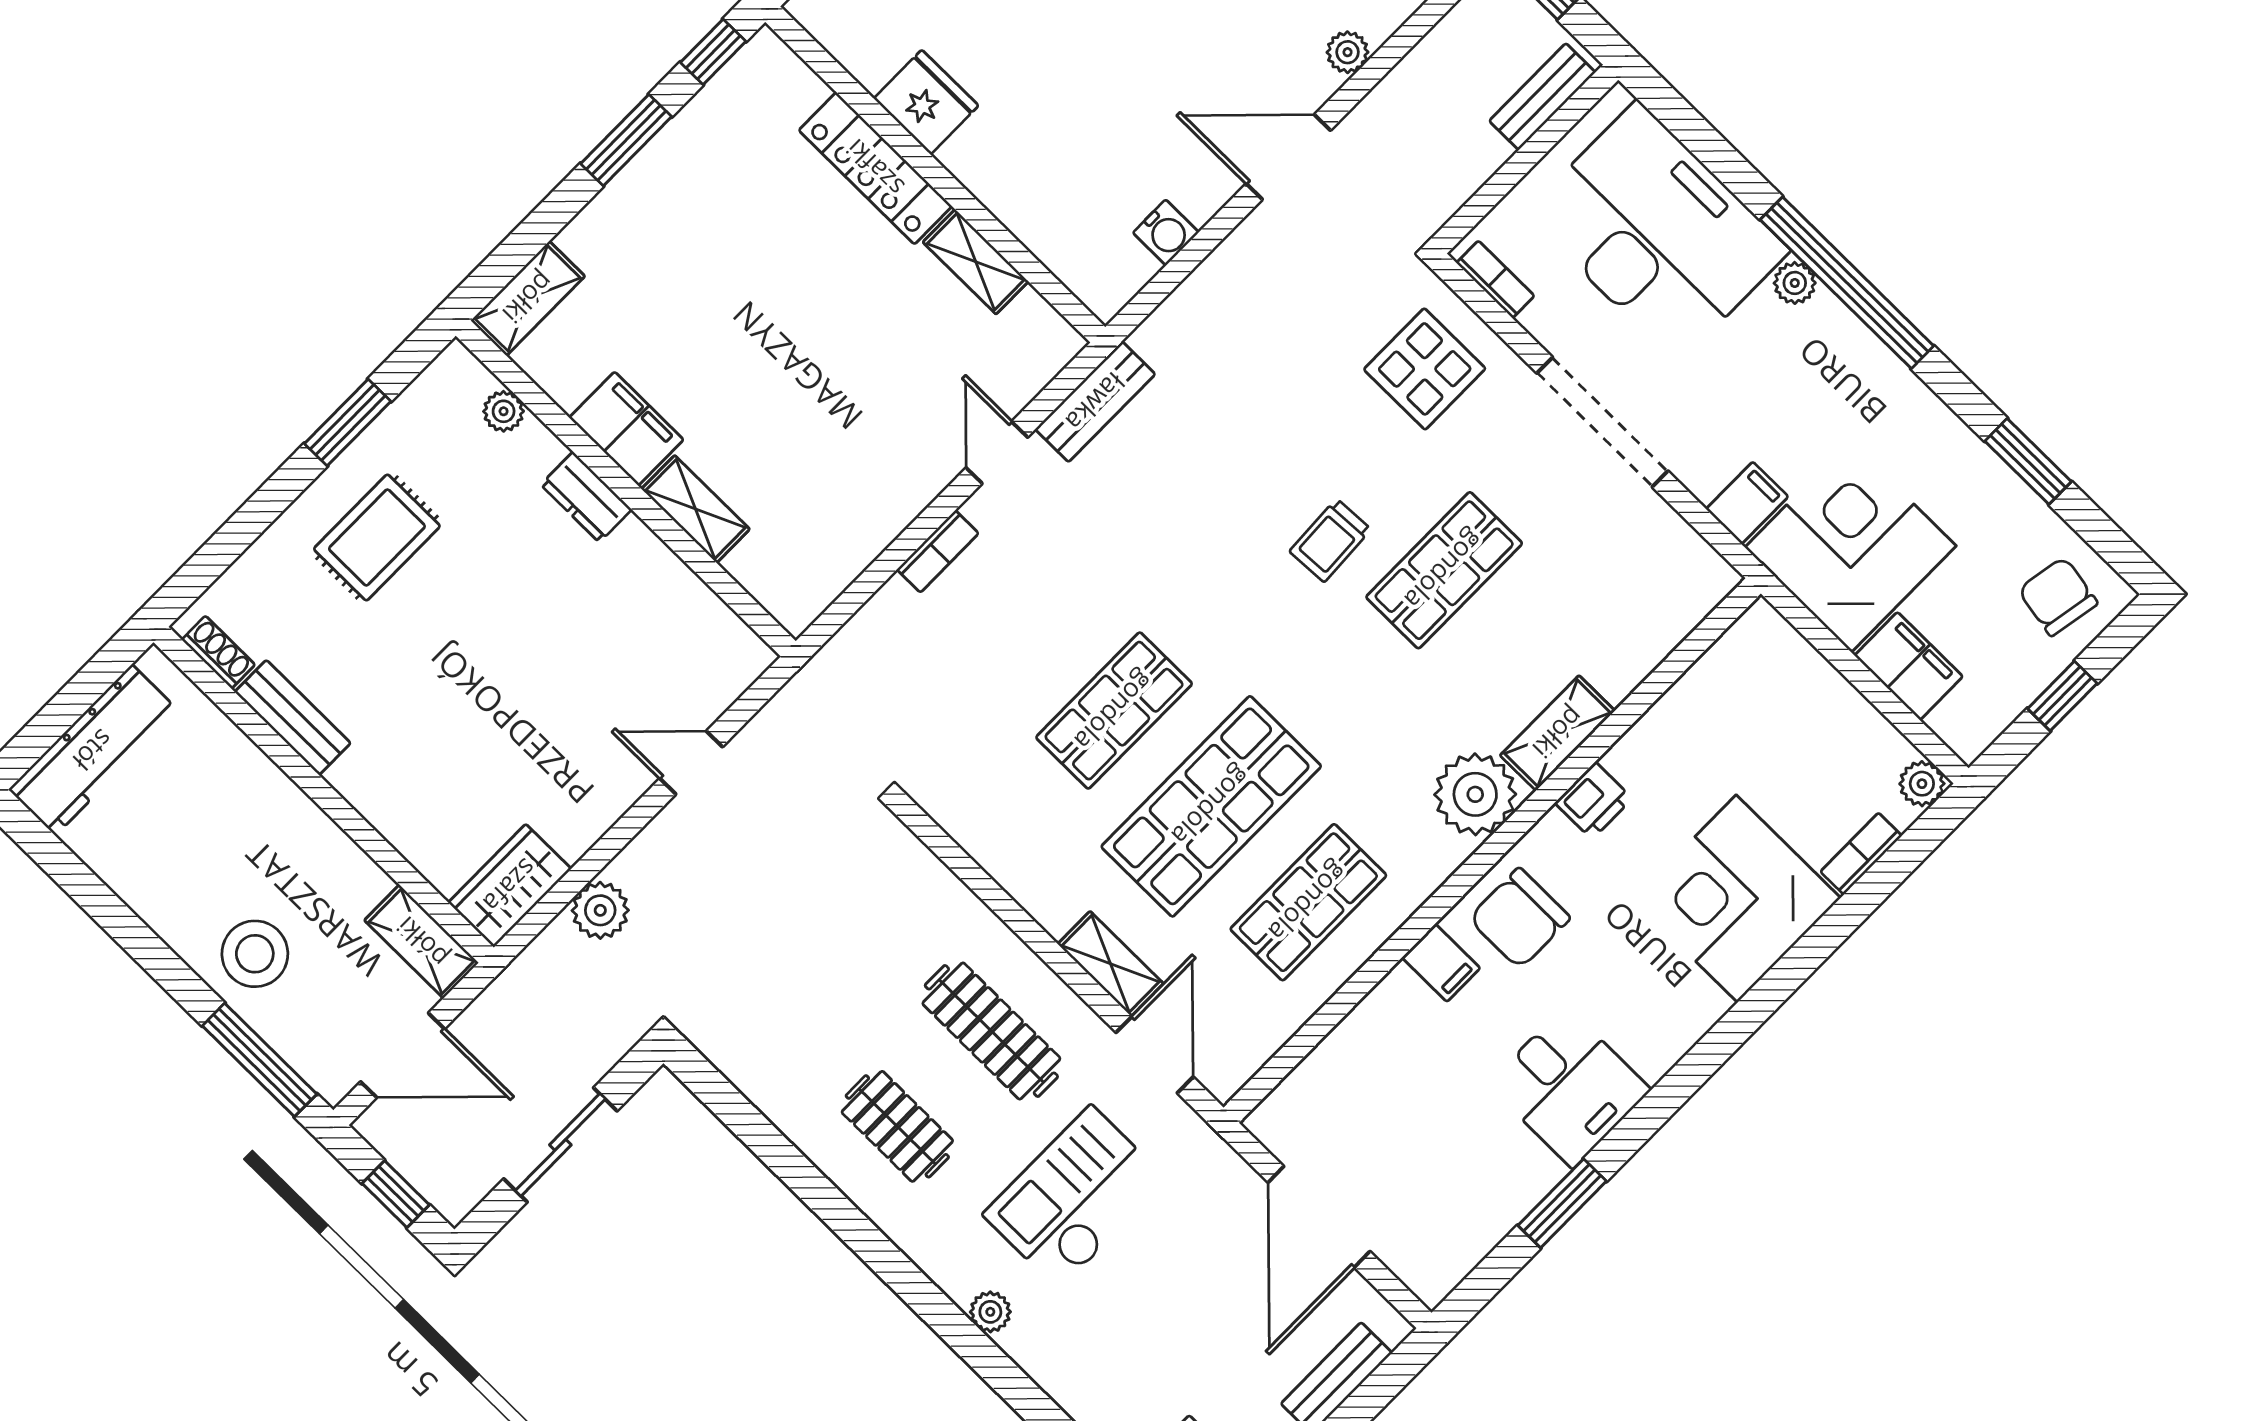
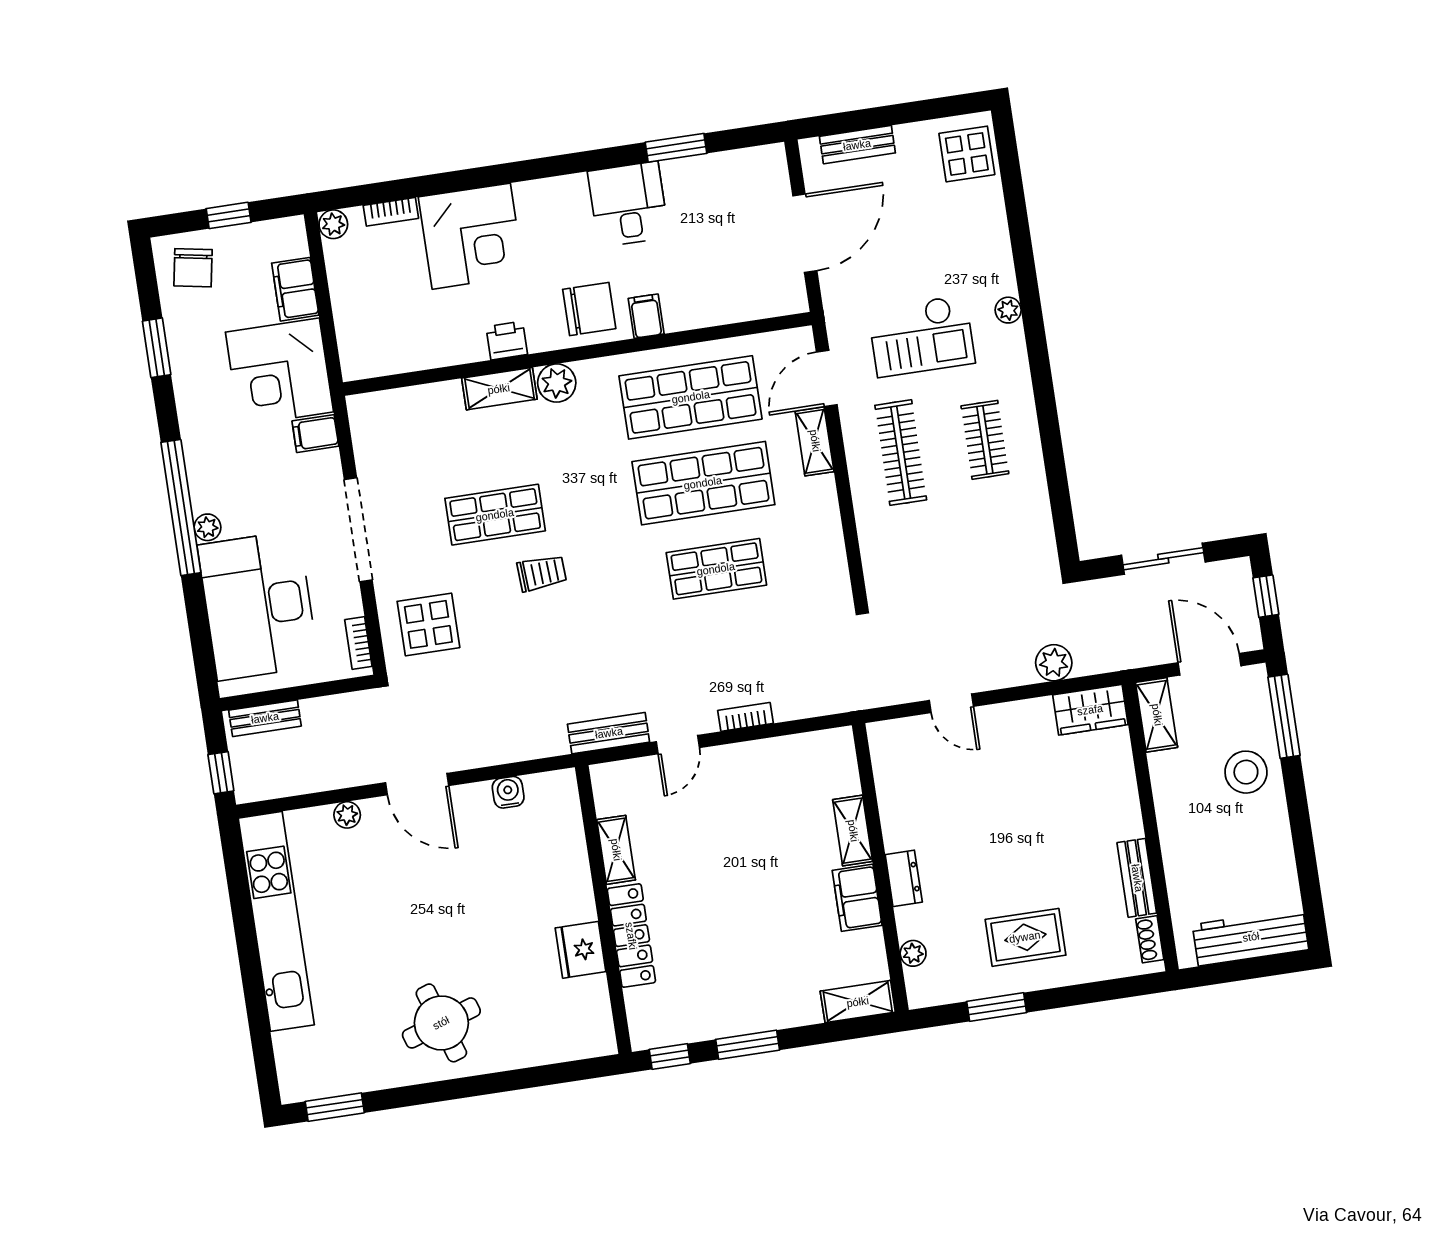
plant: (1475, 794) -> (557, 383), width x0.73, depth x0.73
shop shelf: (1308, 902) -> (691, 397), width x1.43, depth x1.36

